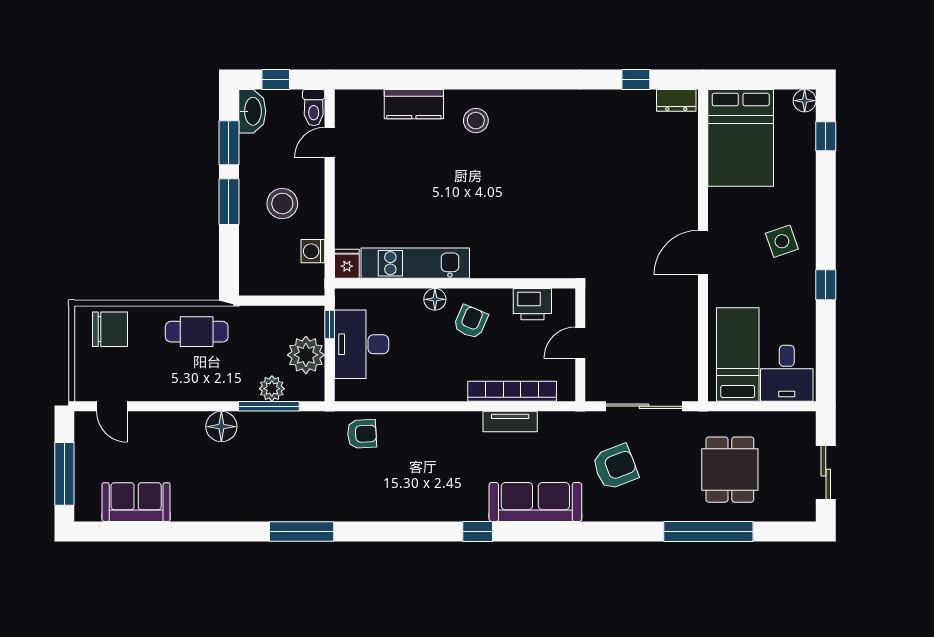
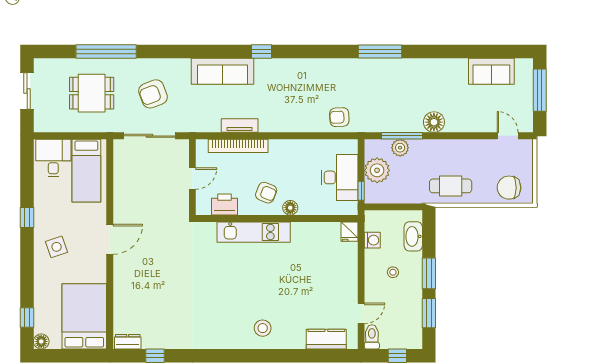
kitchen counter: (414, 104) -> (326, 339), moved
washbasin: (252, 111) -> (413, 236), moved
stool: (282, 204) -> (393, 272), width x0.53, depth x0.53
kitchen unit: (415, 263) -> (254, 232), moved
armchair: (471, 322) -> (266, 193), turned -91
armchair: (615, 467) -> (153, 94), moved
dining table: (730, 470) -> (92, 93), turned 90

